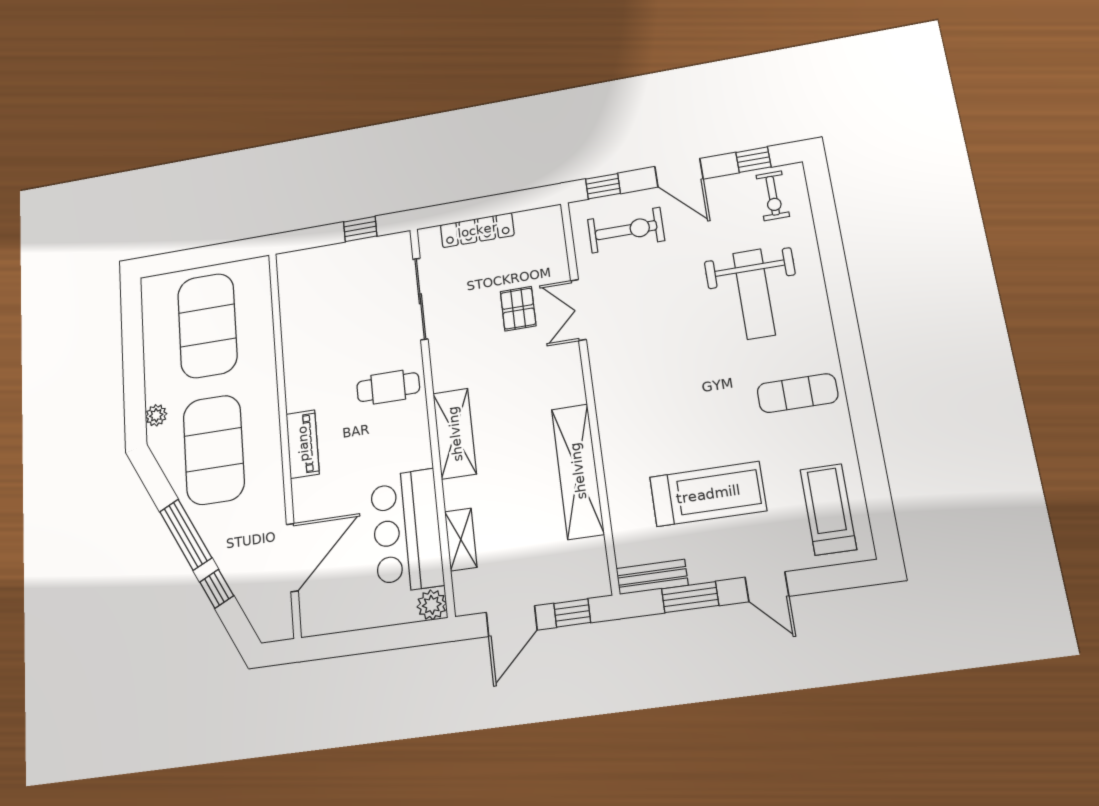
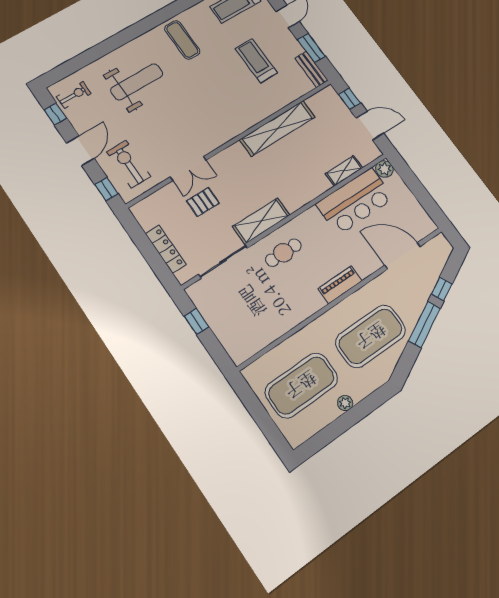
cafe table: (388, 387) -> (283, 253), turned 90
plant: (156, 415) -> (345, 403), moved
shelving: (455, 434) -> (261, 221), moved
treadmill: (708, 494) -> (256, 61), width x0.73, depth x0.73

